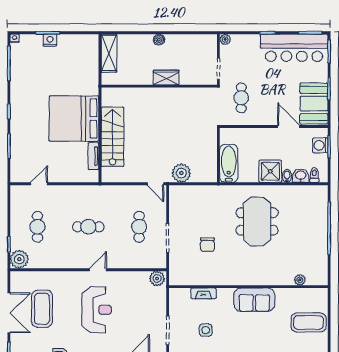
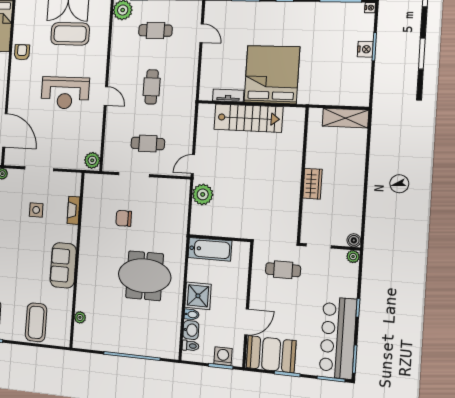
boiler: (159, 40) -> (354, 240), moved

